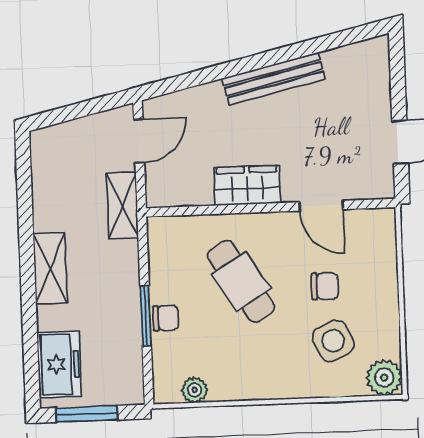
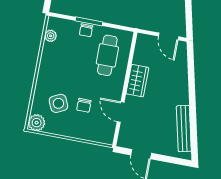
bench: (274, 79) -> (184, 129), moved
shelving: (122, 206) -> (141, 22), removed
door: (321, 206) -> (121, 112), hinge flipped
cafe table: (241, 281) -> (107, 55), moved, turned -58

